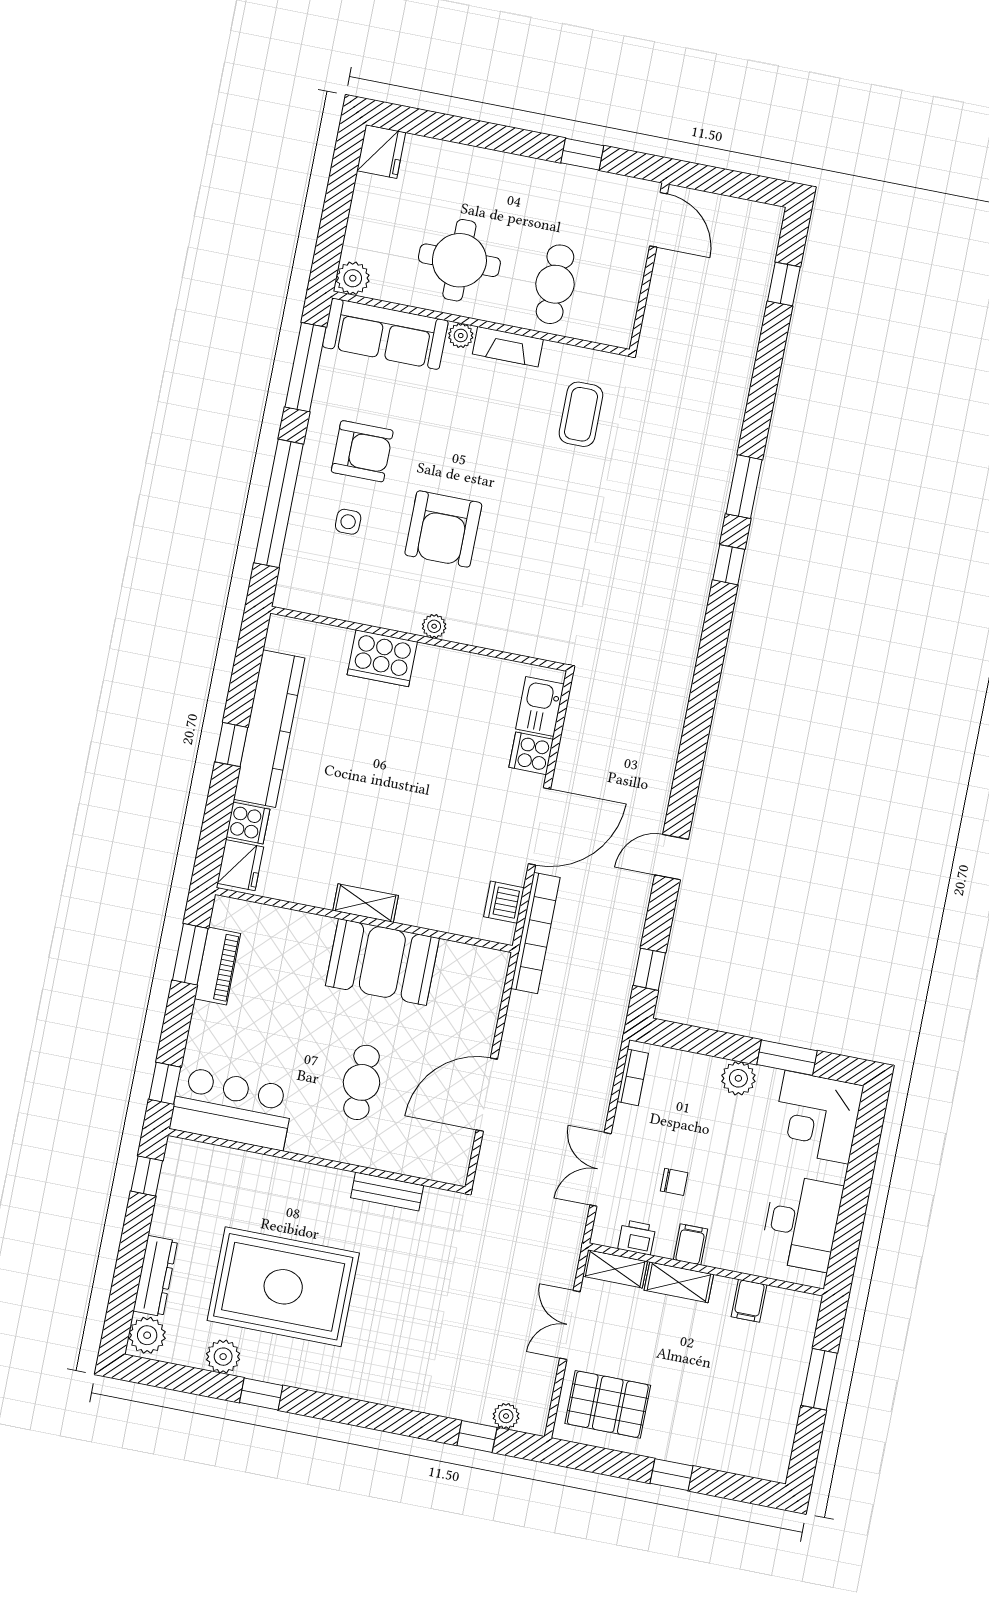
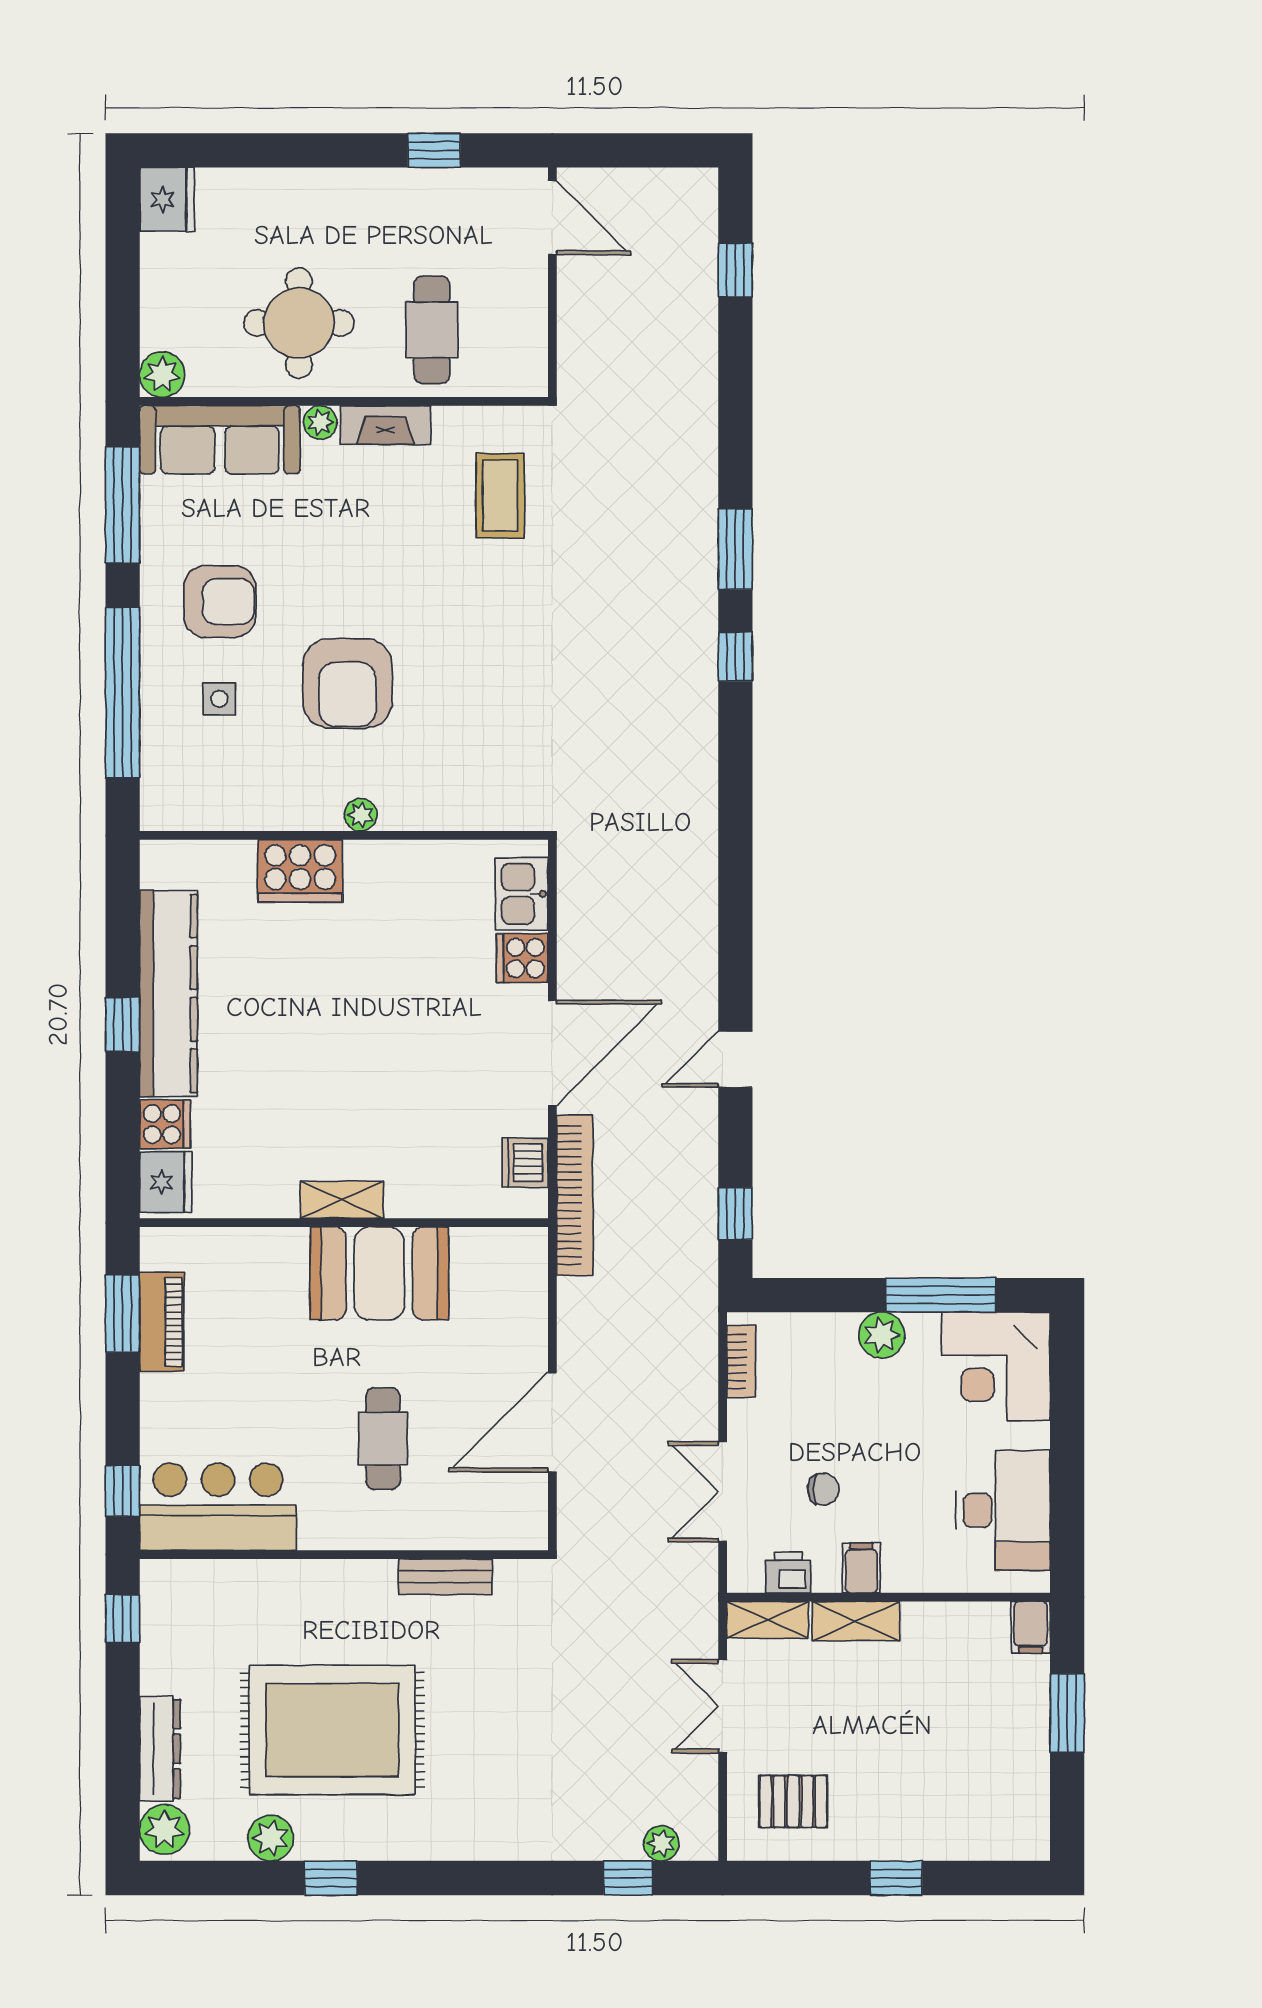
window: (787, 1058) -> (941, 1295), width x1.44
filing cabinet: (749, 1301) -> (1031, 1627), moved
pallet: (608, 1404) -> (793, 1801), width x0.67, depth x0.71

